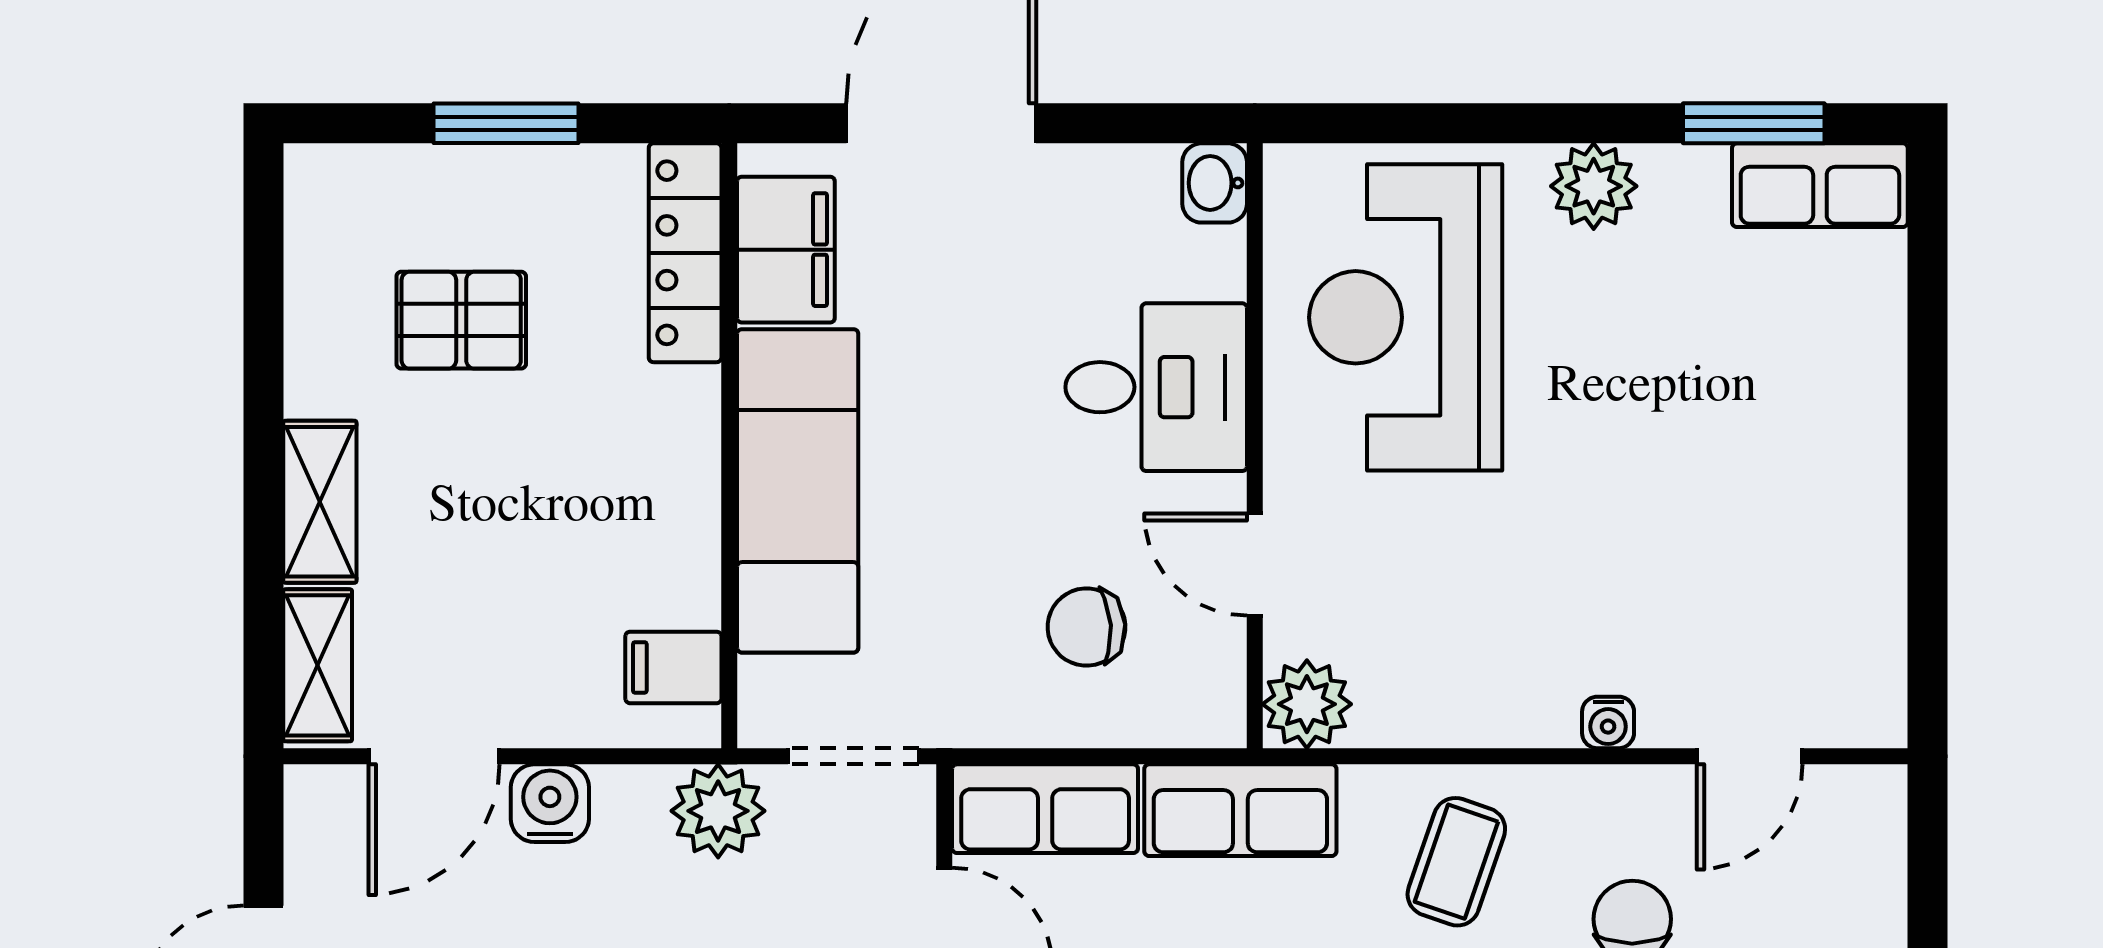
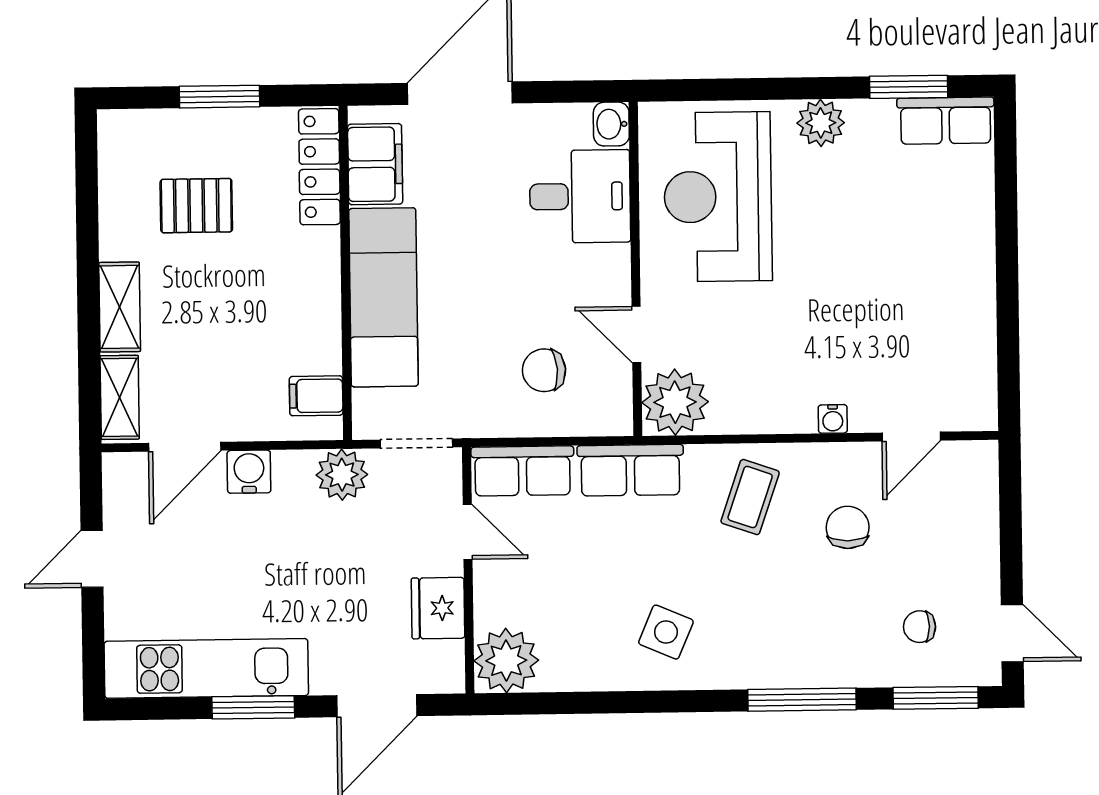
desk: (1156, 387) -> (580, 196), moved
plant: (1307, 704) -> (675, 402), width x1.36, depth x1.36

